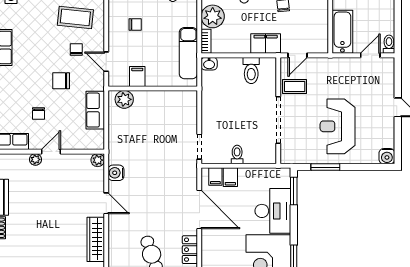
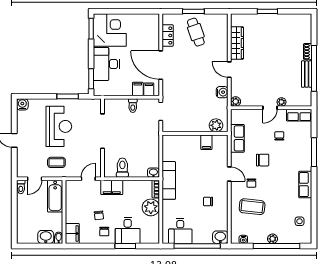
filing cabinet: (137, 77) -> (206, 142), moved
coffee table: (295, 86) -> (56, 162), moved
wall: (153, 88) -> (195, 133), moved
plant: (124, 99) -> (216, 125), moved

